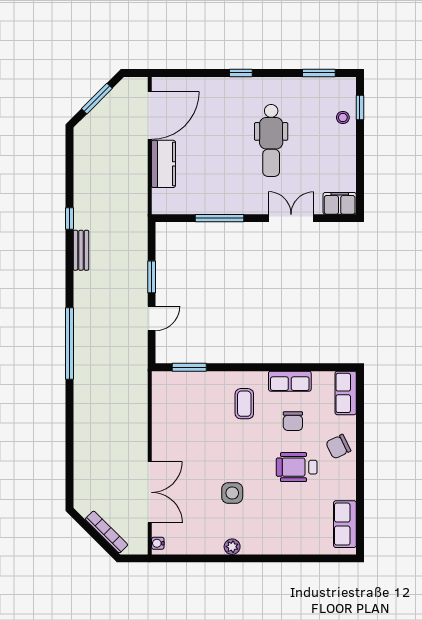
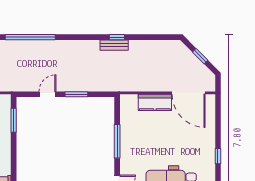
window: (97, 99) -> (200, 56), width x0.67
bench: (81, 250) -> (114, 45), moved
door: (152, 318) -> (48, 94), swing flipped

